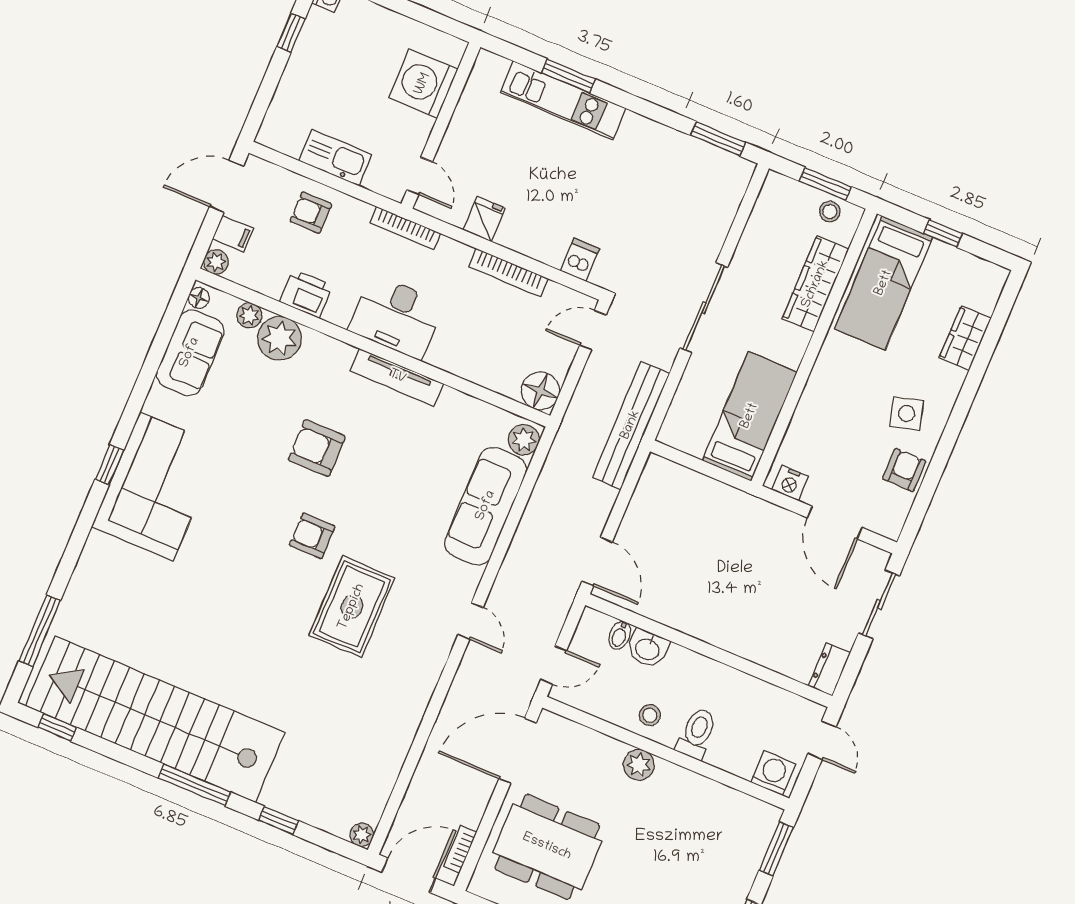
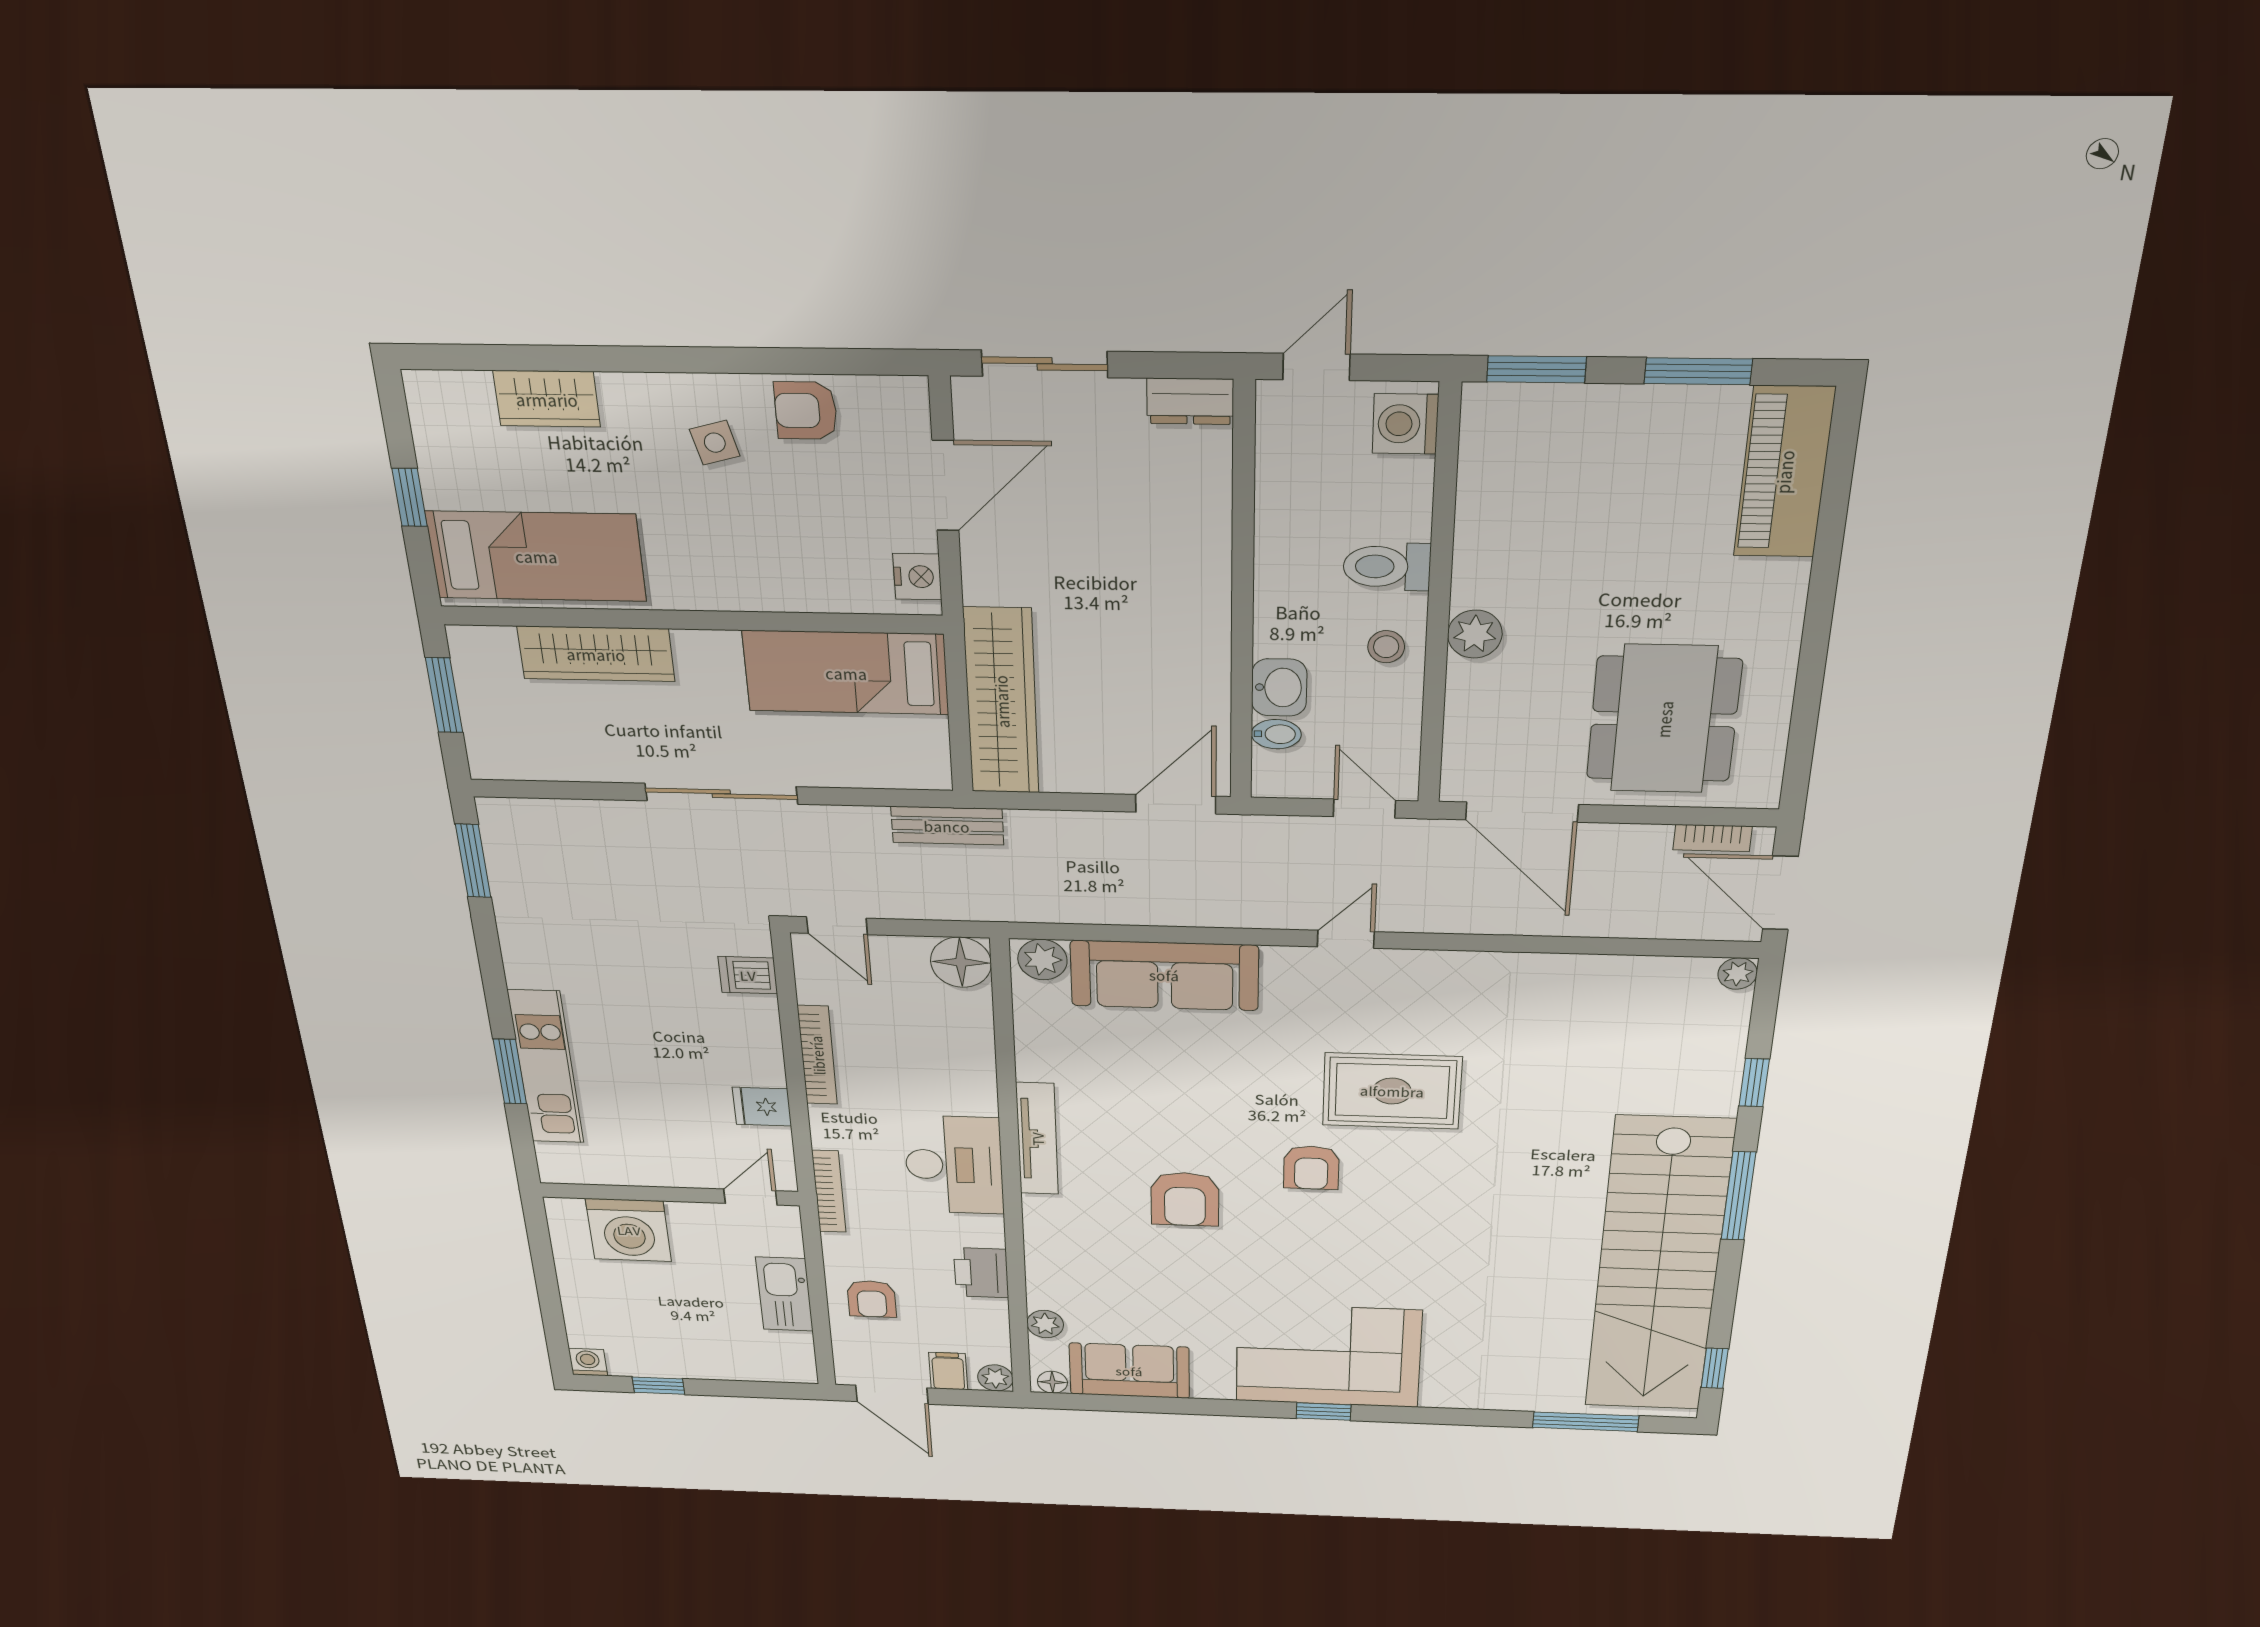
stool: (830, 211) -> (479, 674), removed
plant: (279, 338) -> (1057, 1284), removed
side table: (907, 413) -> (715, 443), width x0.73, depth x0.73
bench: (631, 425) -> (947, 826), width x0.54, depth x0.82
wardrobe: (699, 494) -> (1001, 701), added

